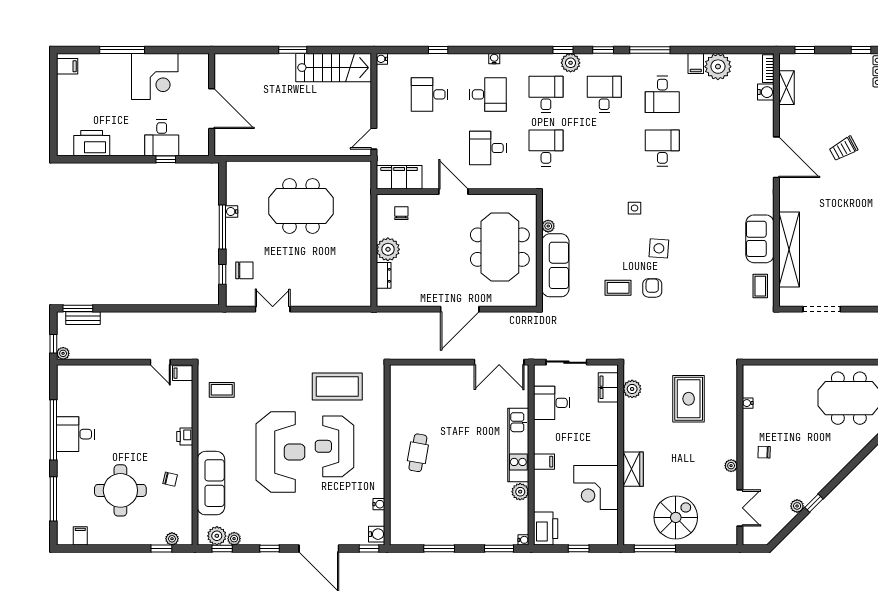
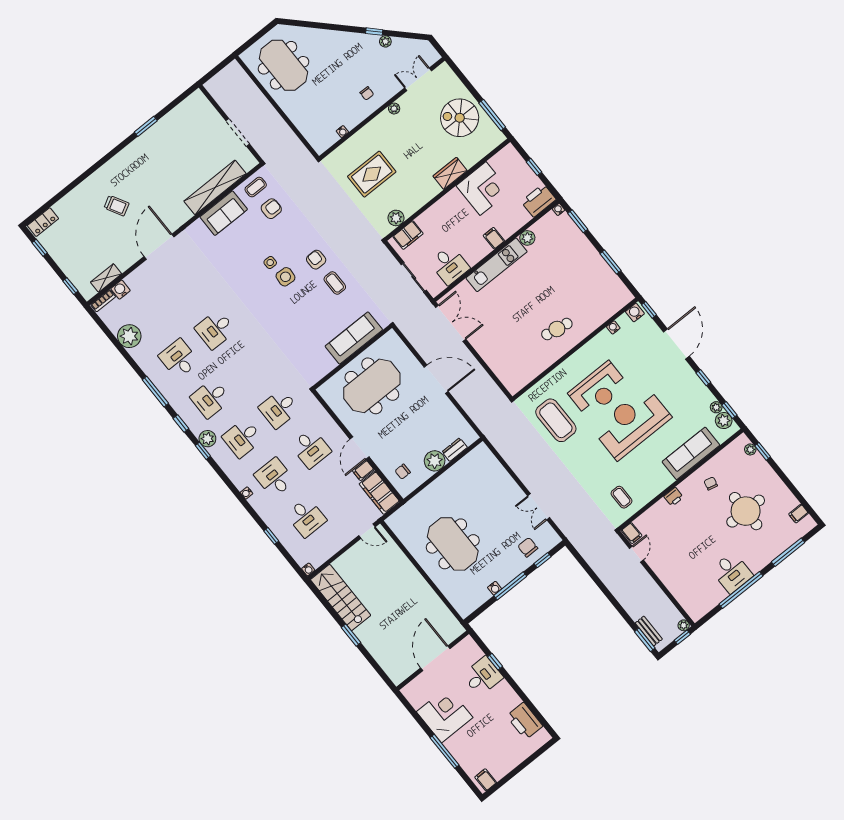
filing cabinet: (696, 63) -> (363, 470), moved, turned 180
desk: (662, 94) -> (179, 359), turned -90
side table: (635, 208) -> (270, 262), moved
plant: (548, 226) -> (331, 364), removed
armchair: (730, 284) -> (271, 209), added
armchair: (652, 288) -> (316, 260), turned 90

